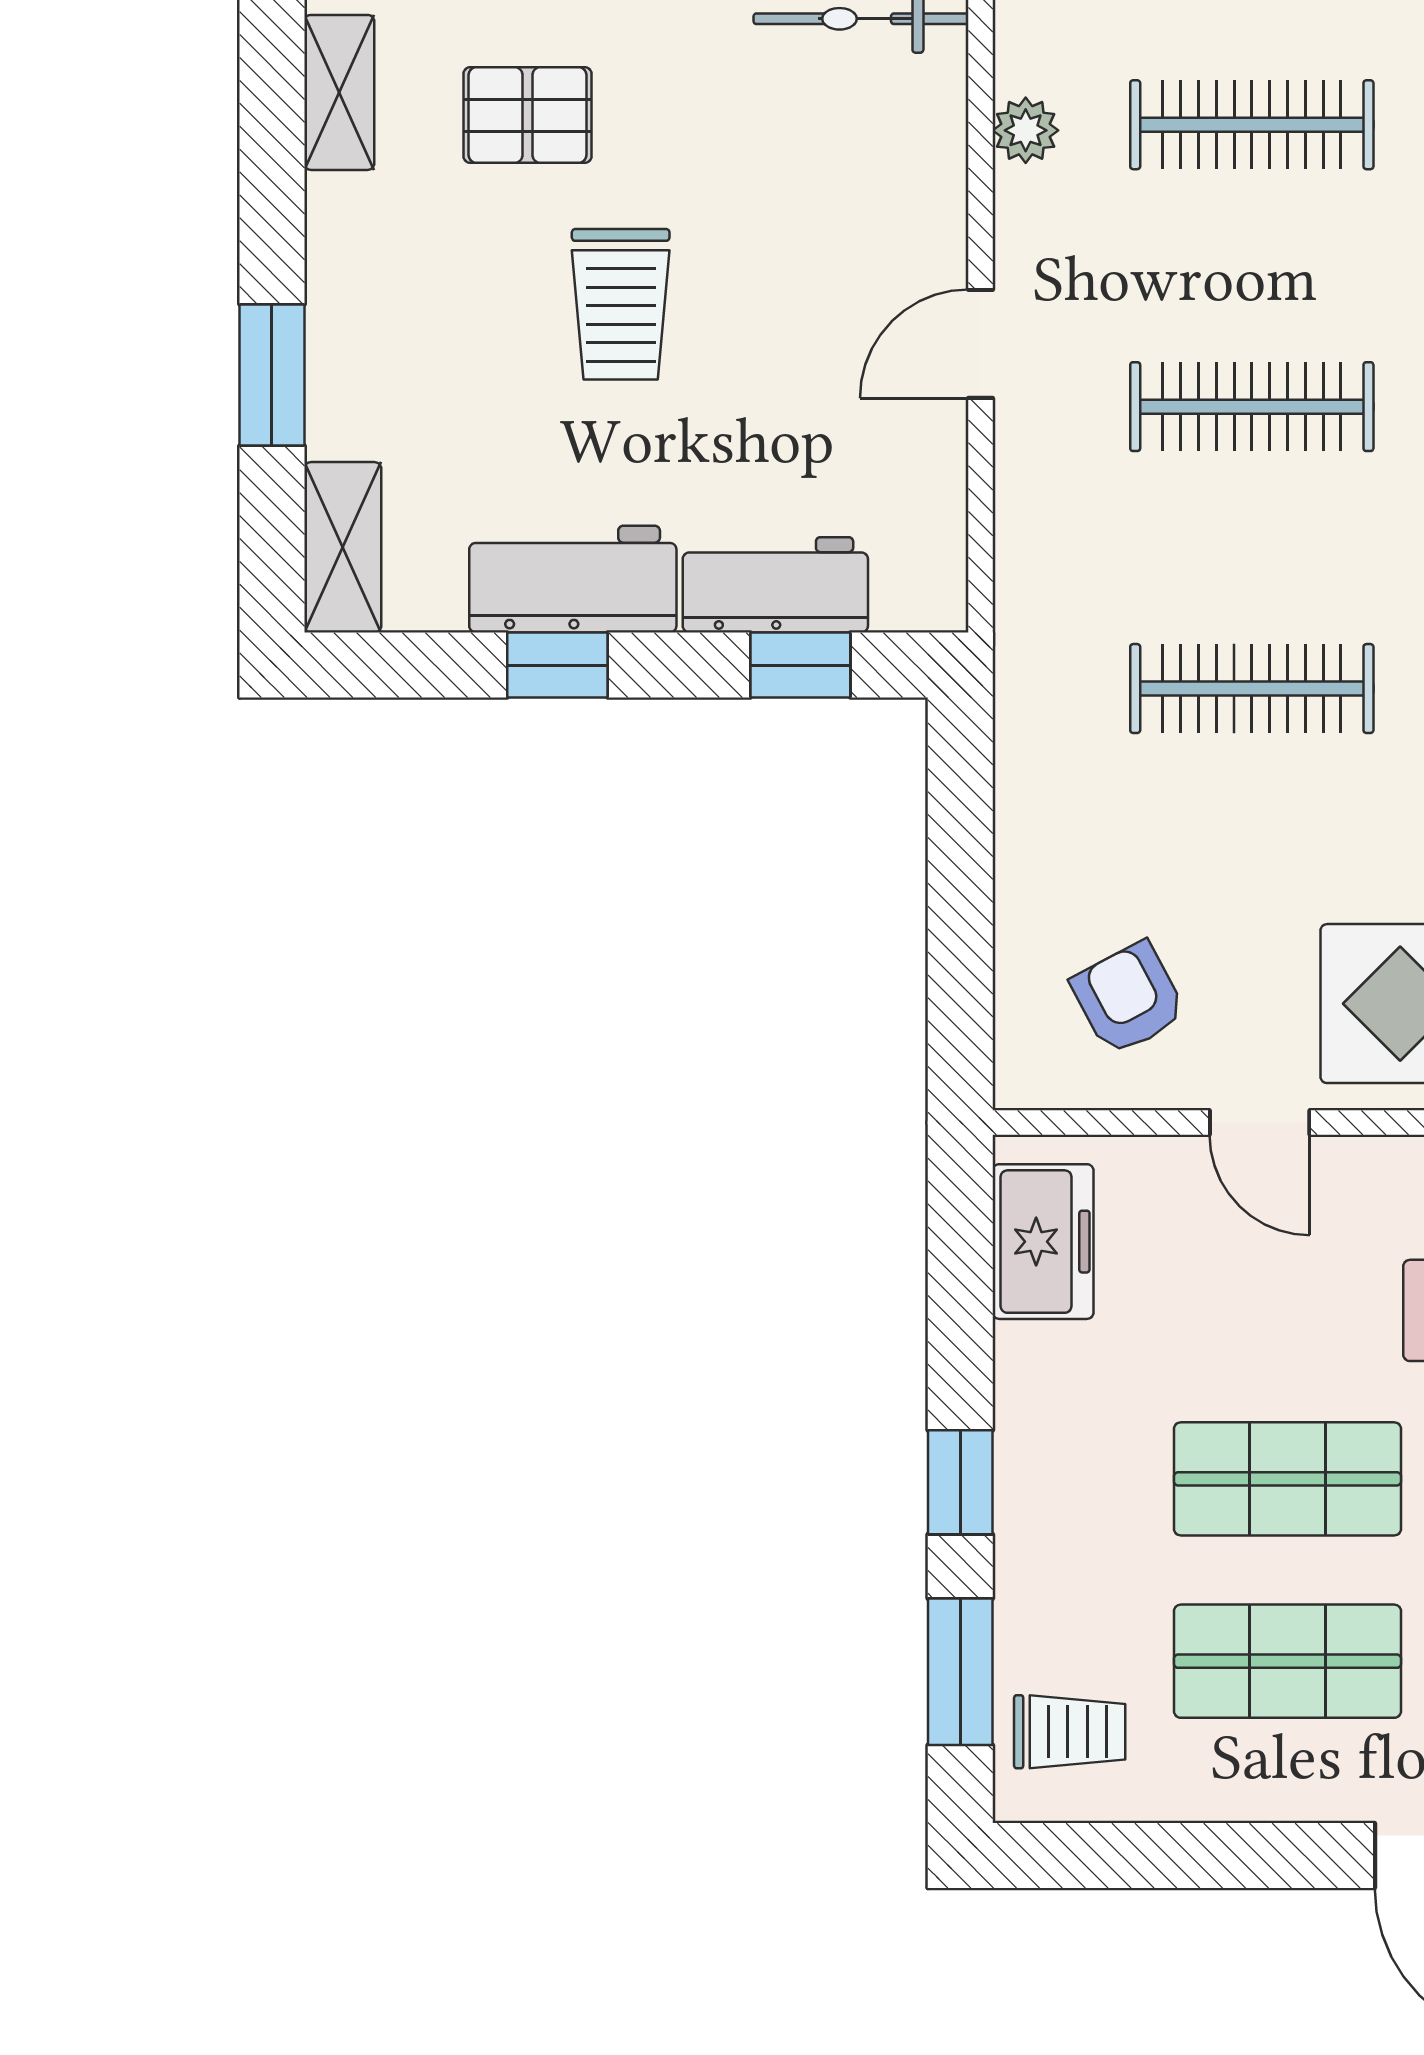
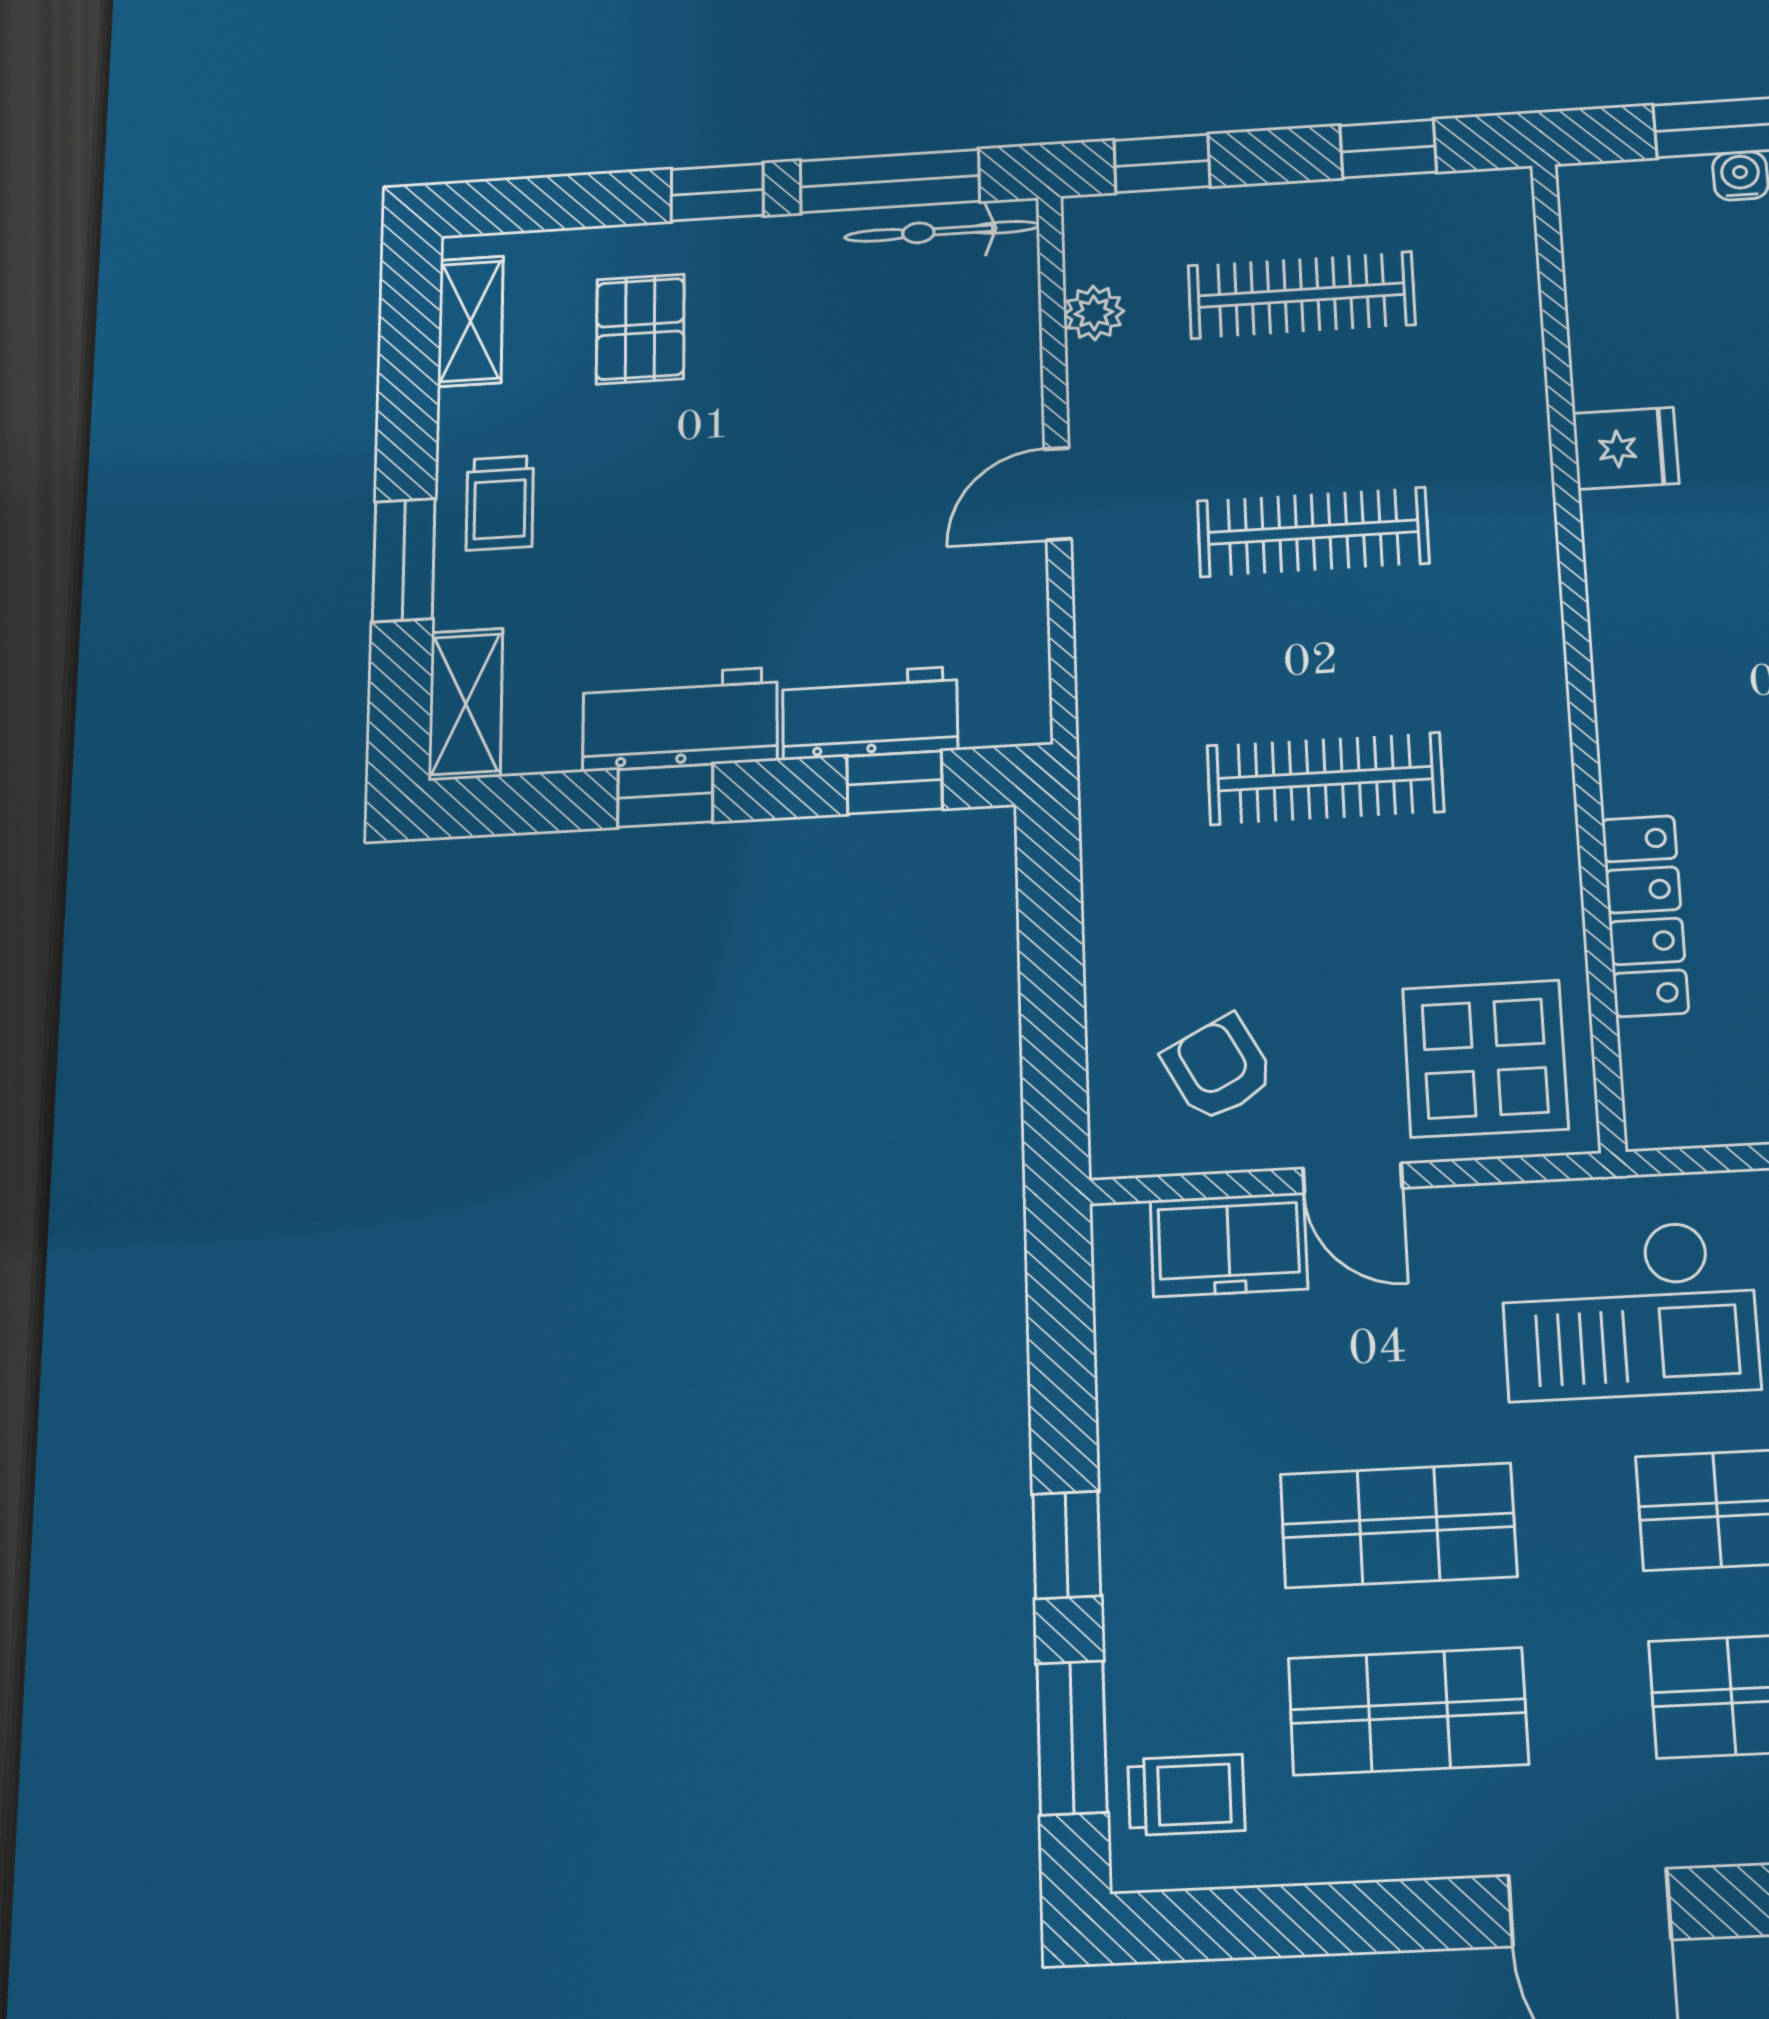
pallet: (527, 115) -> (640, 329), turned 90
trolley: (621, 304) -> (500, 503), moved, width x0.73, depth x0.72
freezer: (1043, 1242) -> (1229, 1245), moved, turned 90

